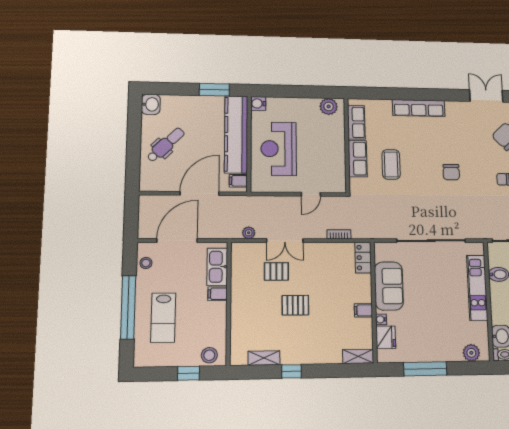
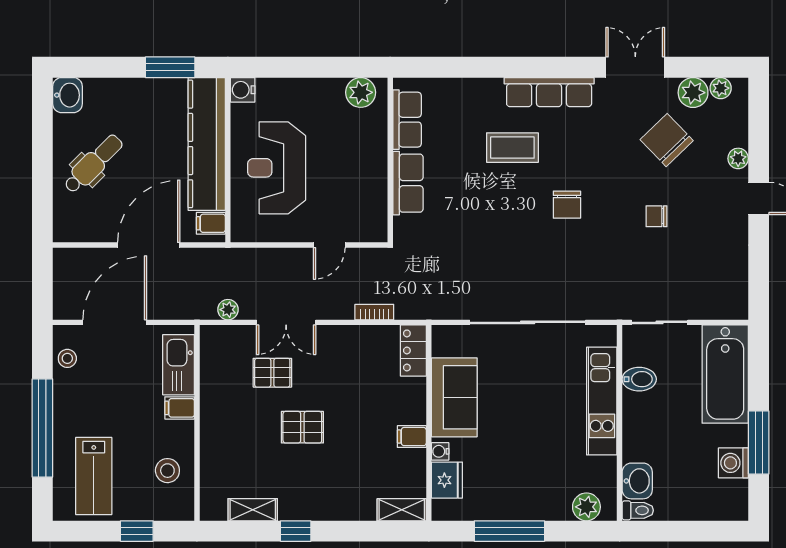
row of seats: (419, 108) -> (549, 92), moved
coffee table: (391, 164) -> (512, 148), moved, turned 90
lab bench: (163, 318) -> (94, 476), moved
stool: (209, 355) -> (167, 471), moved

